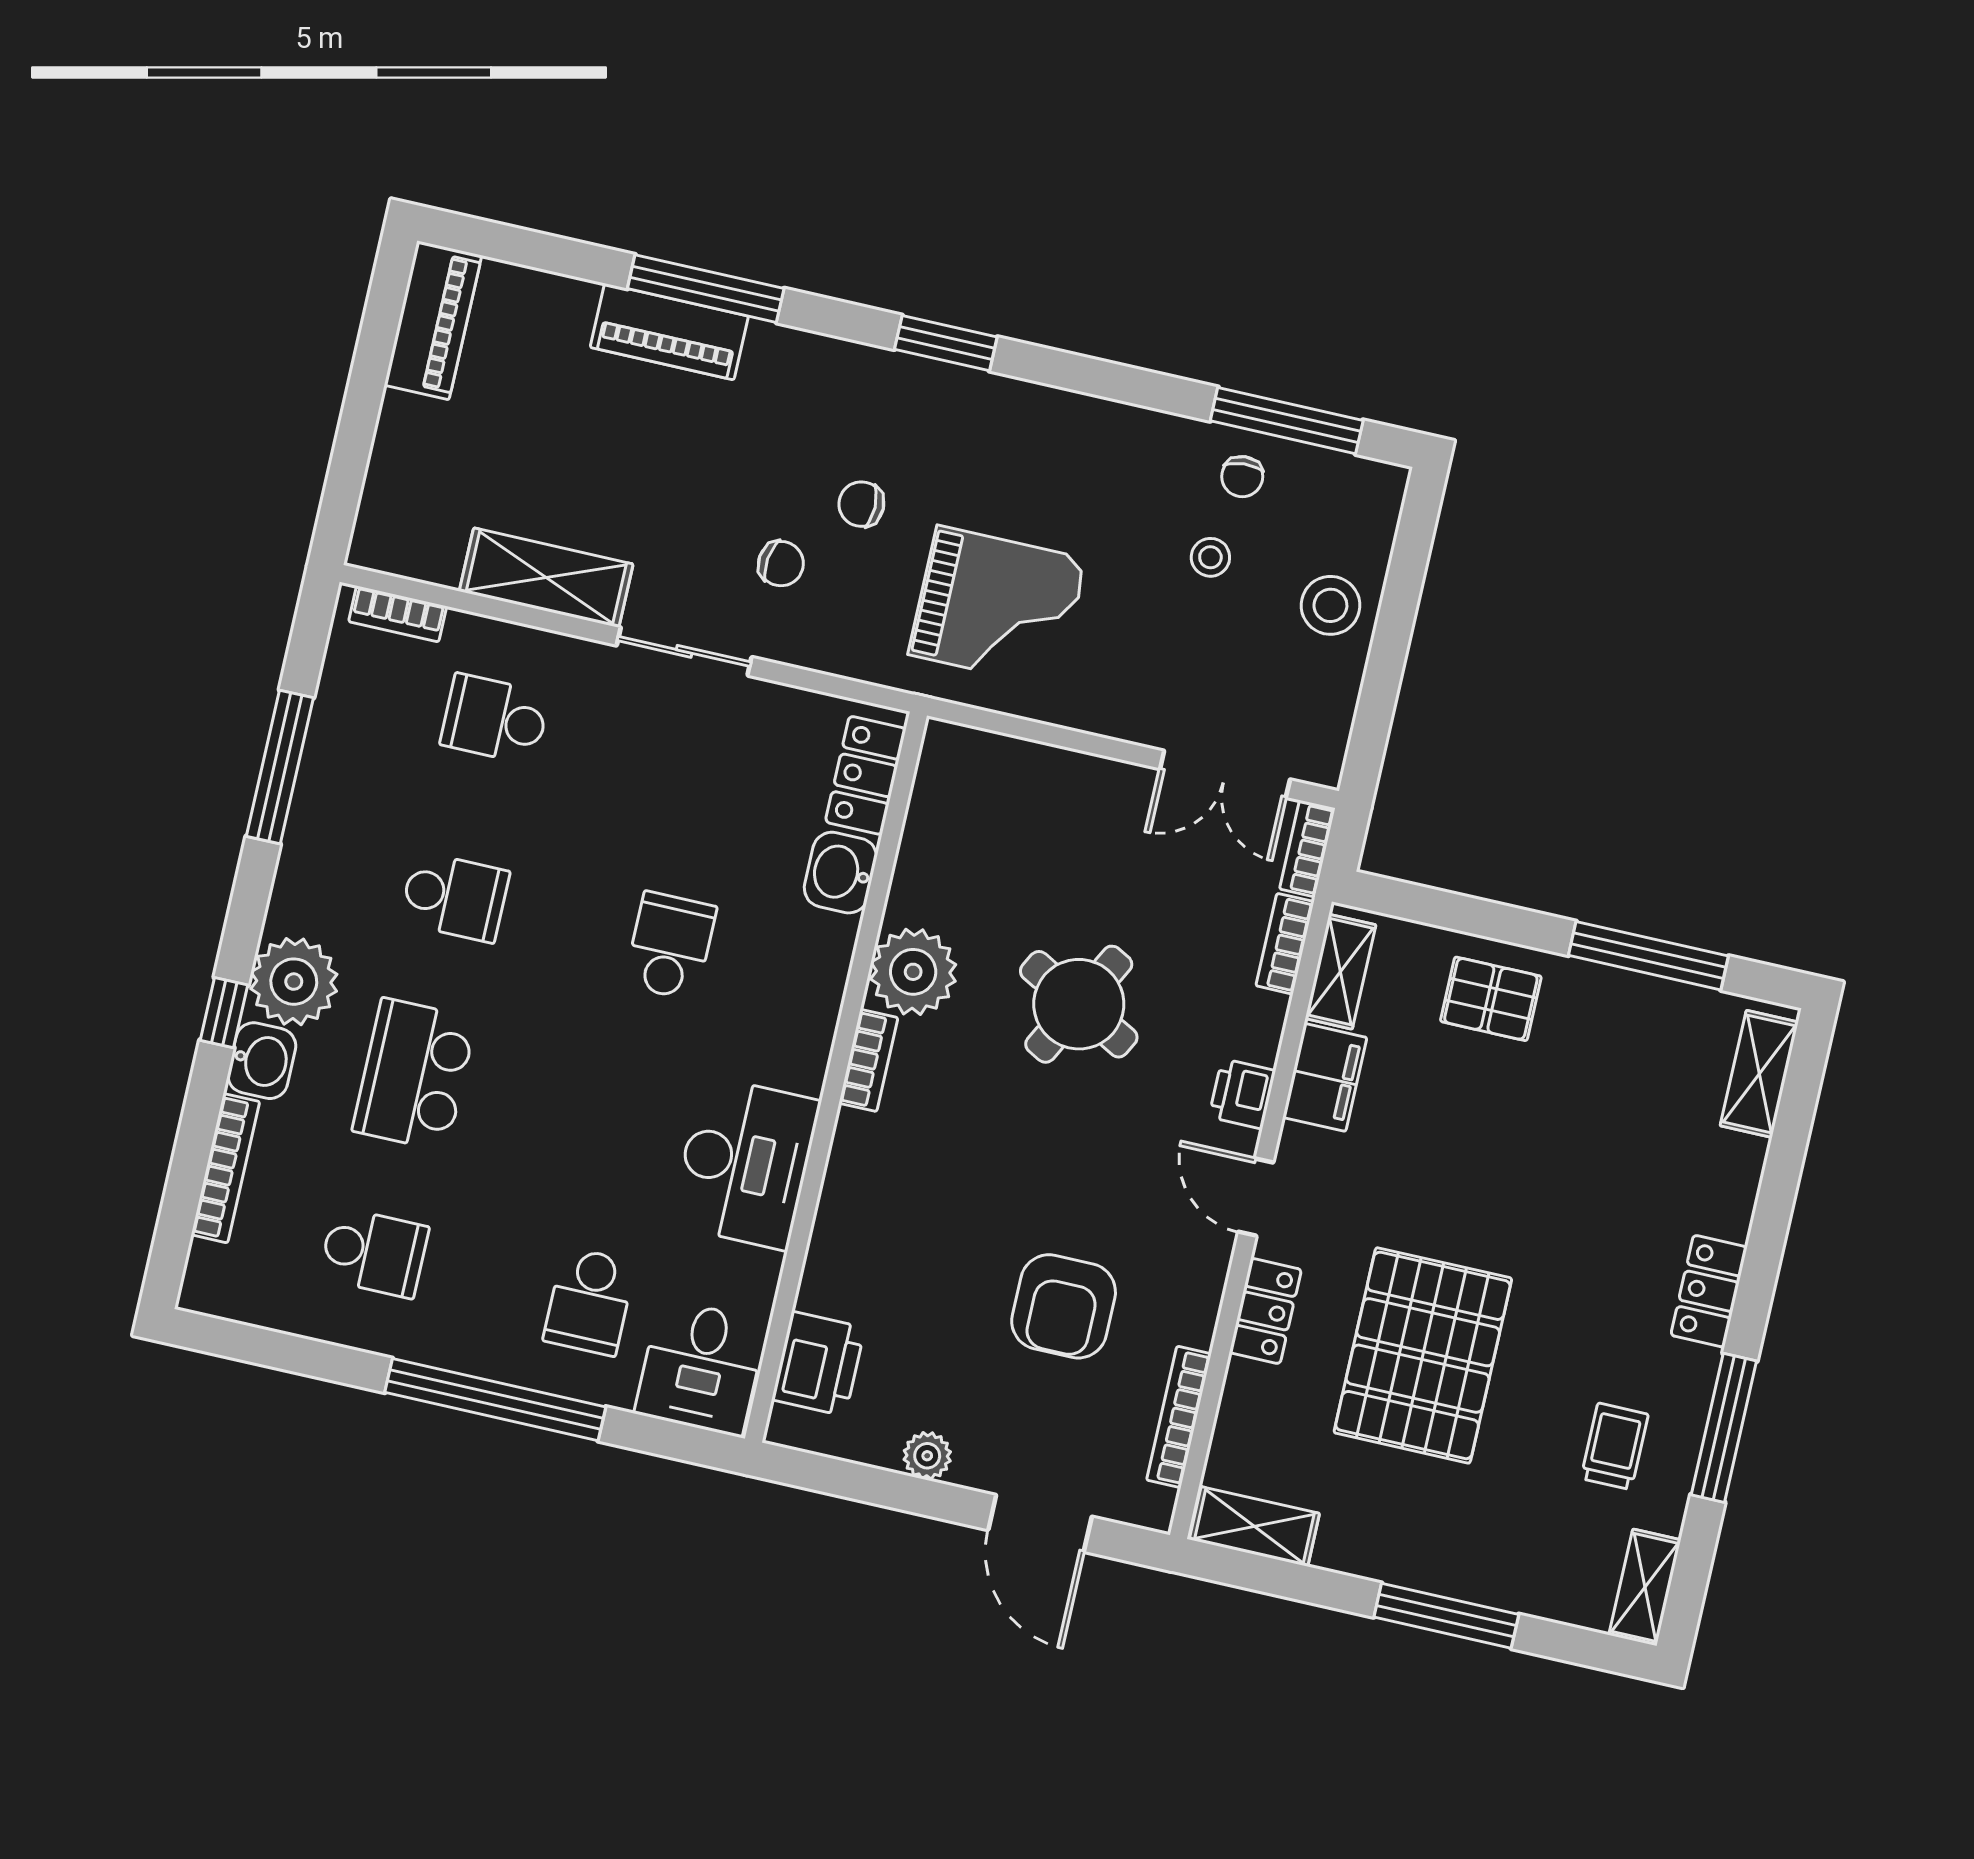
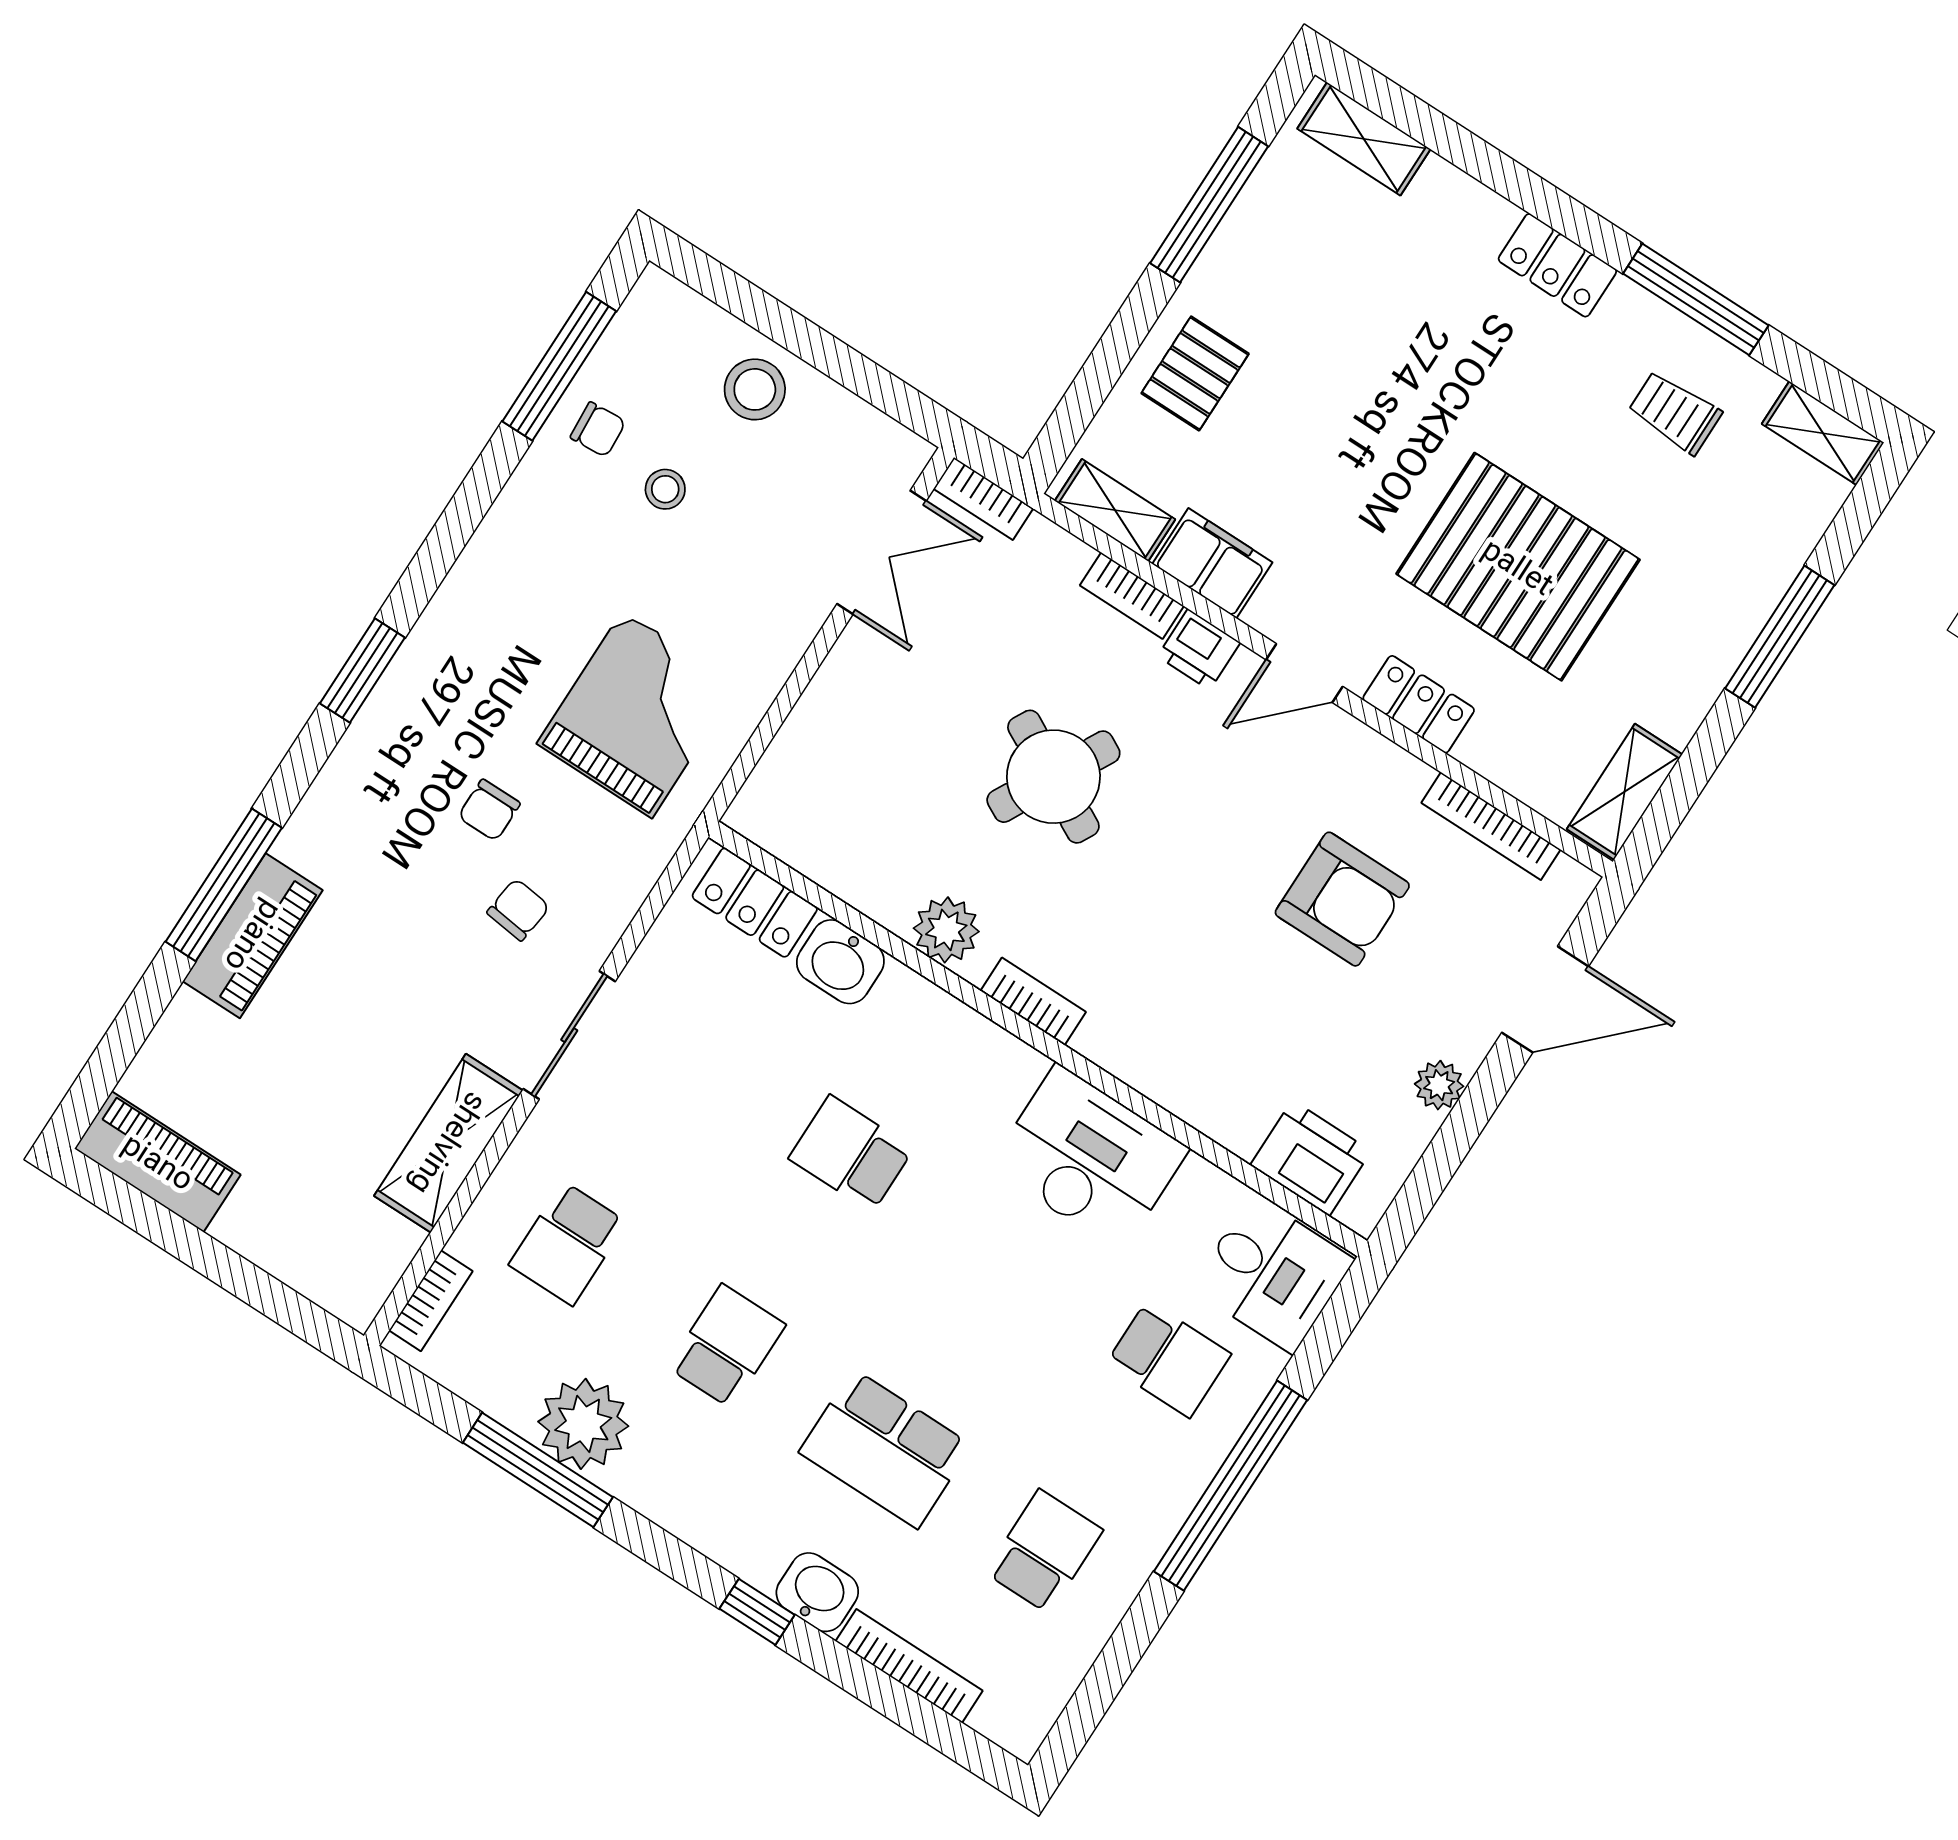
bookcase: (1285, 944) -> (1132, 596), moved
plant: (913, 972) -> (946, 930), width x0.73, depth x0.73
plant: (294, 982) -> (583, 1424), moved

